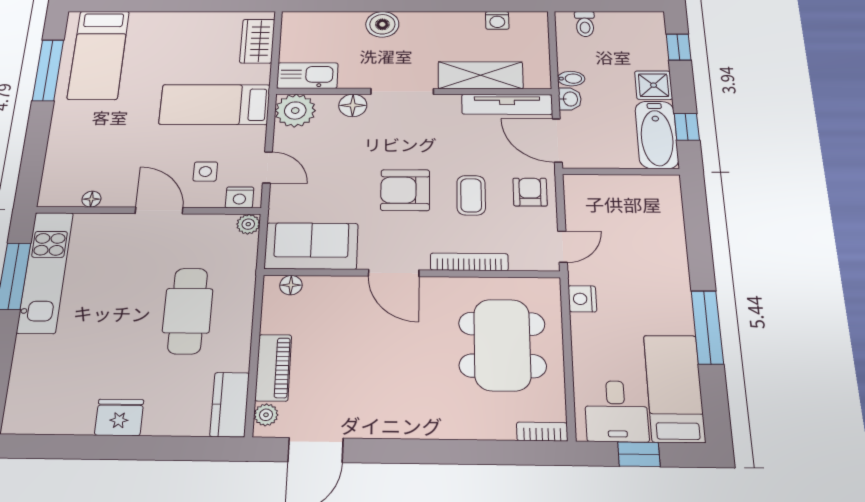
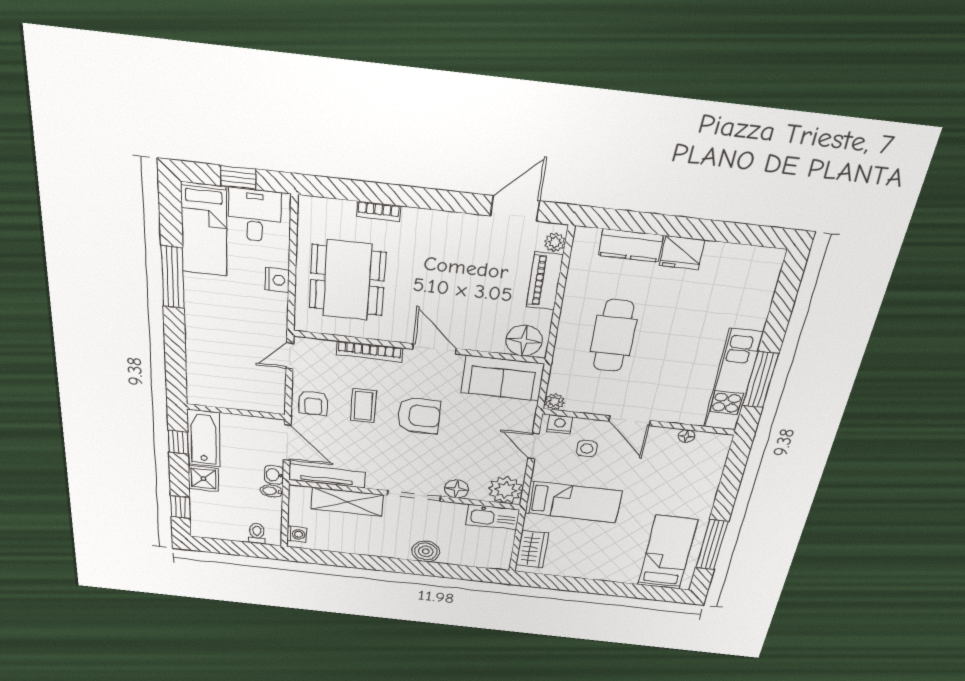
washing machine: (497, 20) -> (297, 534), moved, turned 90
floor lamp: (291, 285) -> (524, 341), width x1.89, depth x1.89
nightstand: (582, 299) -> (277, 280), moved
kitchen counter: (230, 404) -> (631, 245), moved, turned 90
bookcase: (542, 432) -> (379, 211), moved

